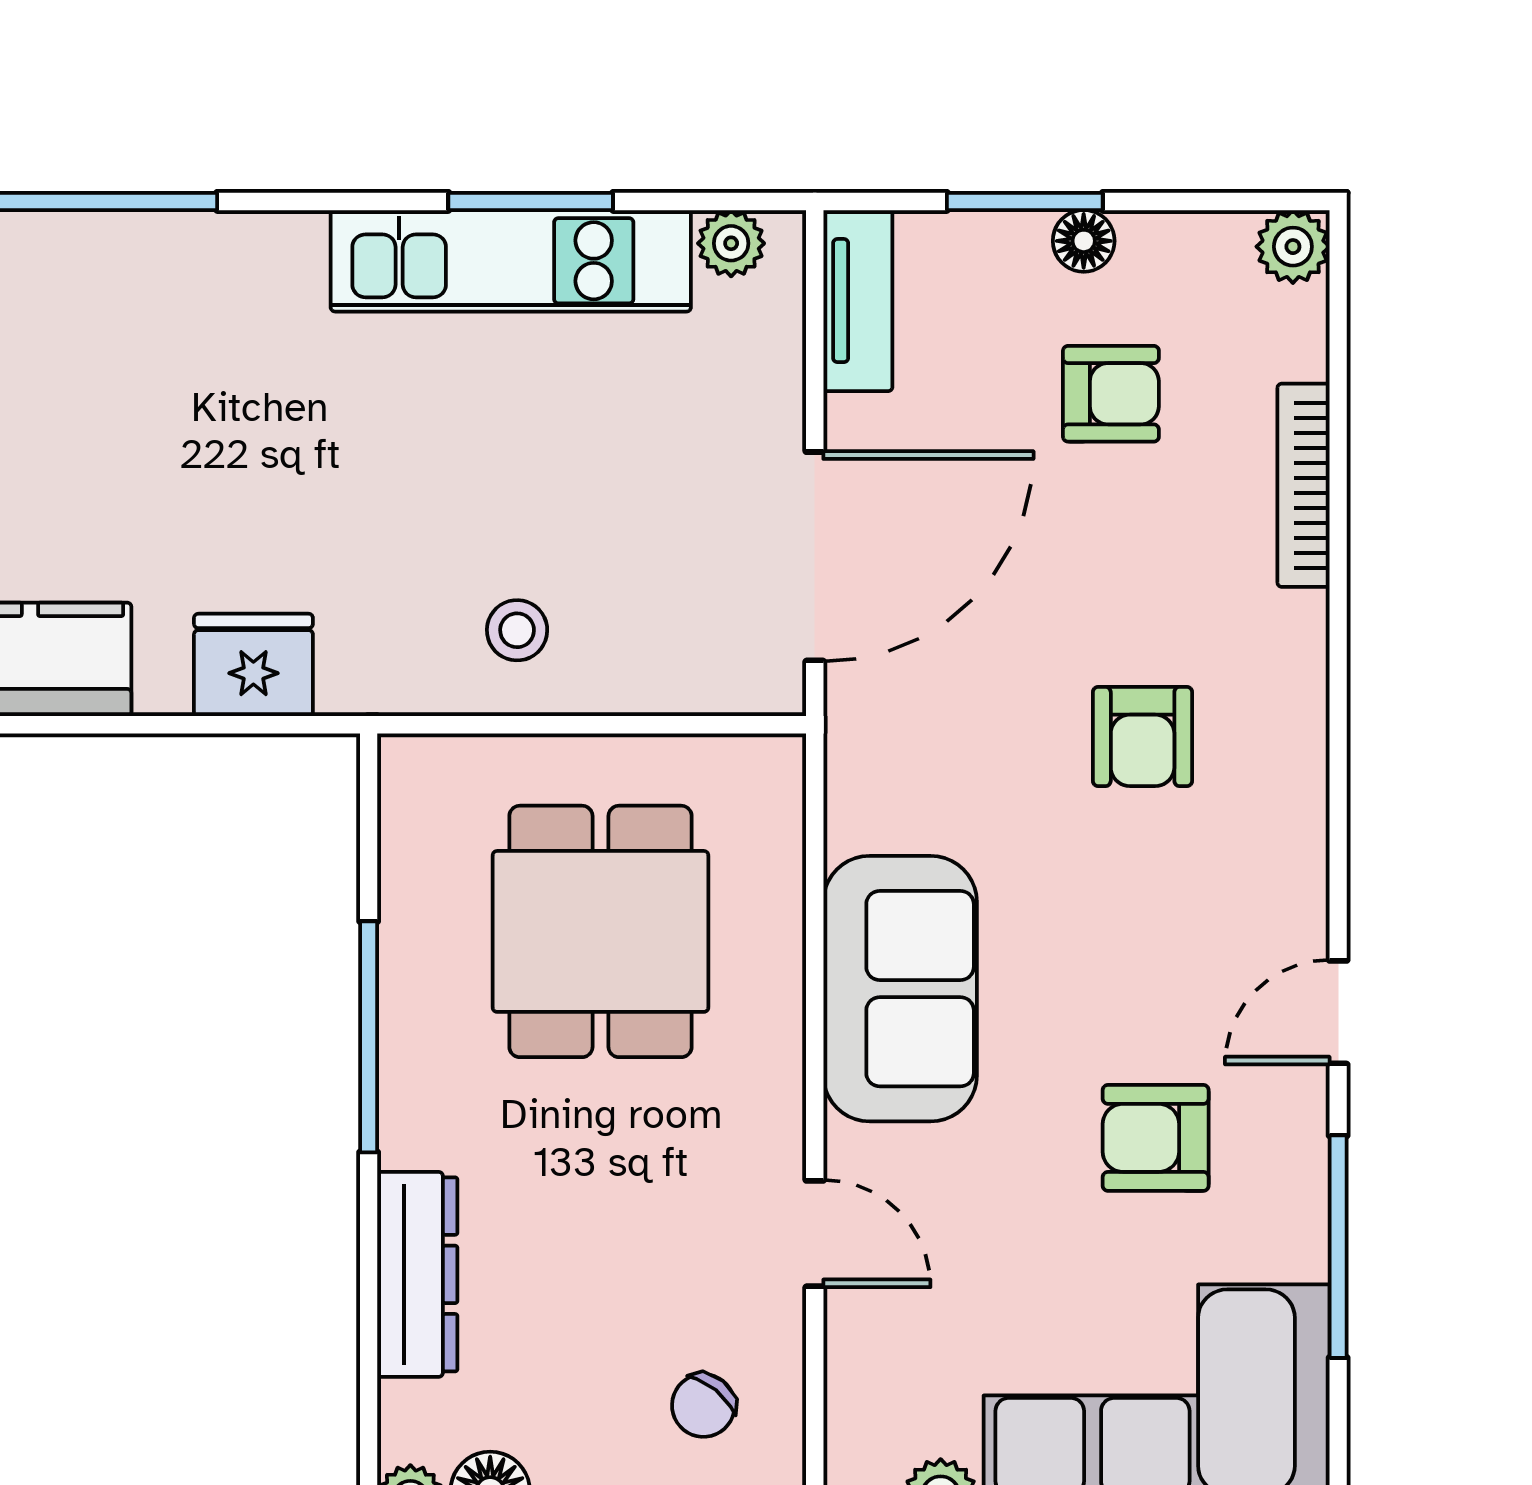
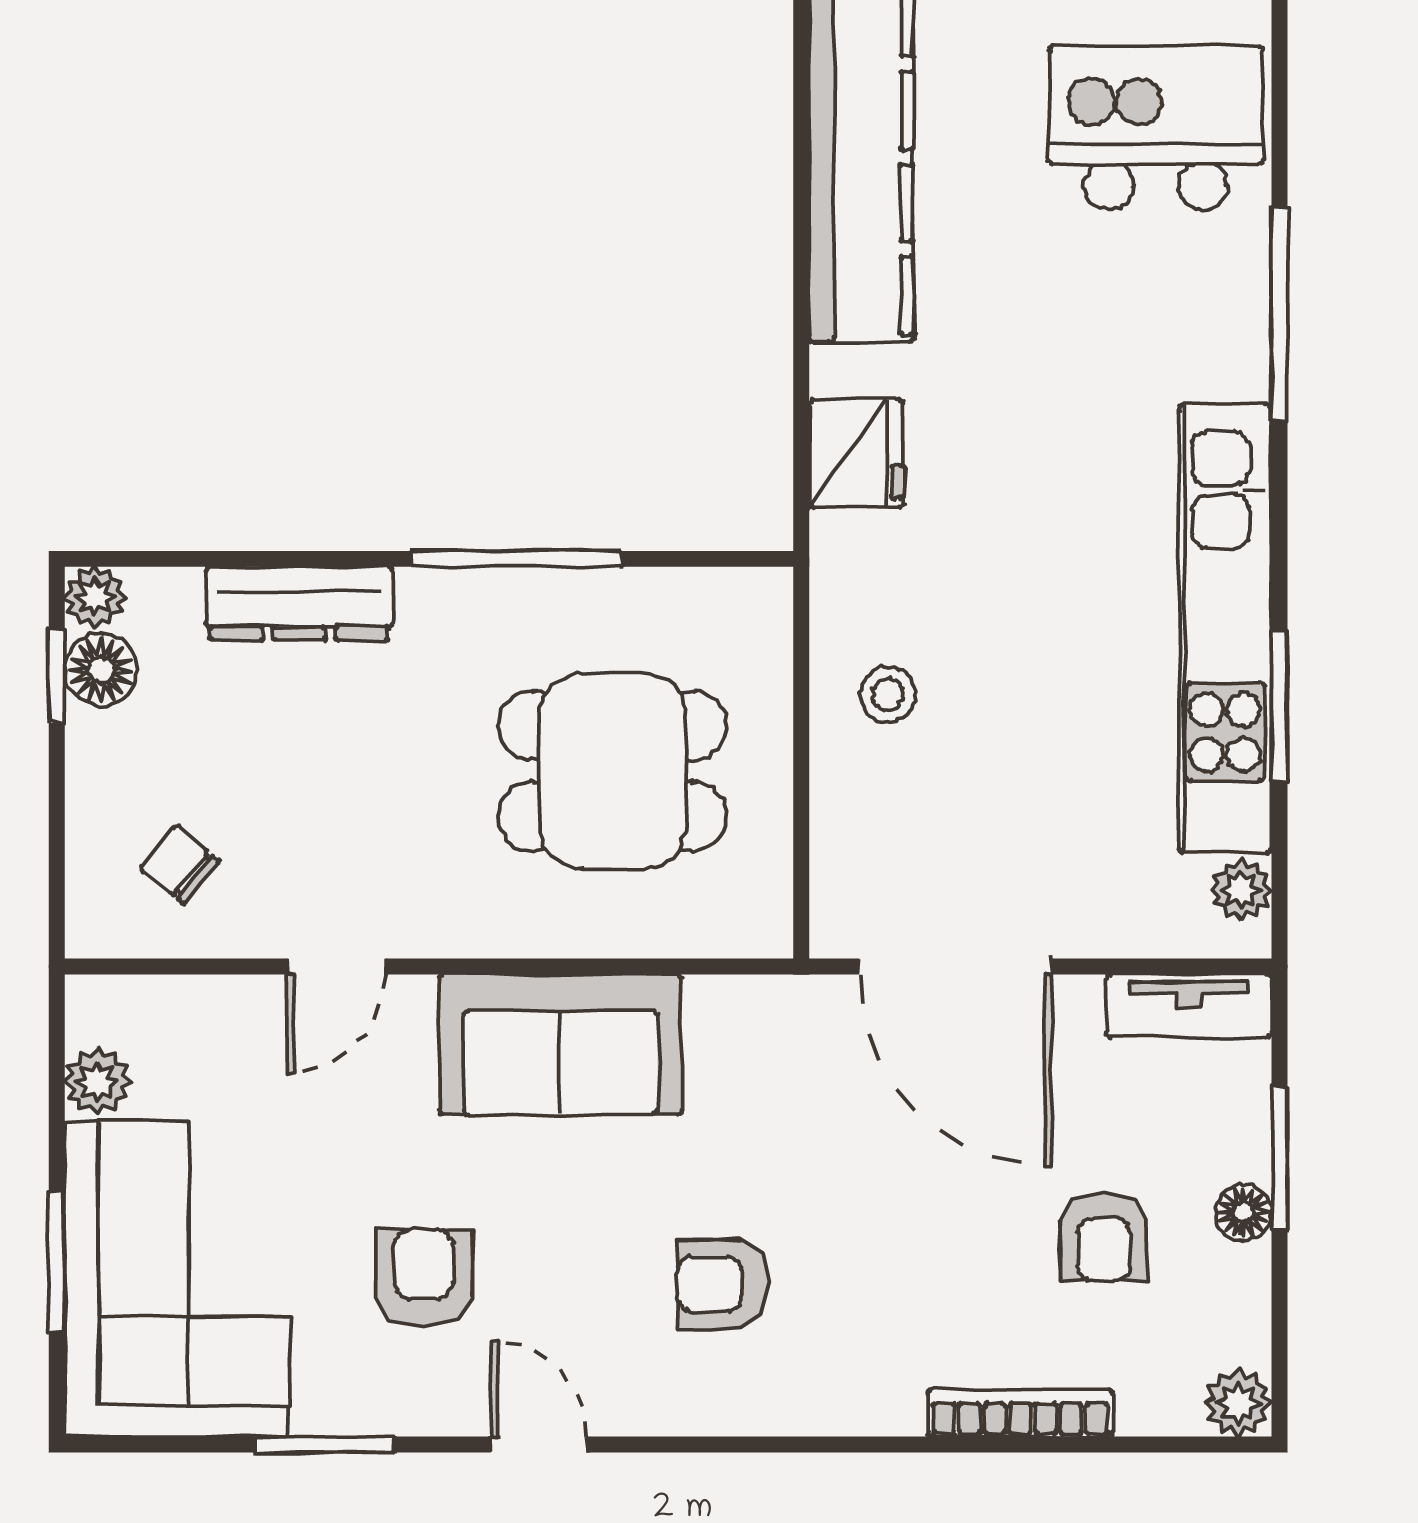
kitchen unit: (511, 261) -> (1225, 629), width x1.36
armchair: (1143, 737) -> (722, 1284), moved
window: (1338, 1247) -> (325, 1445), width x0.69

